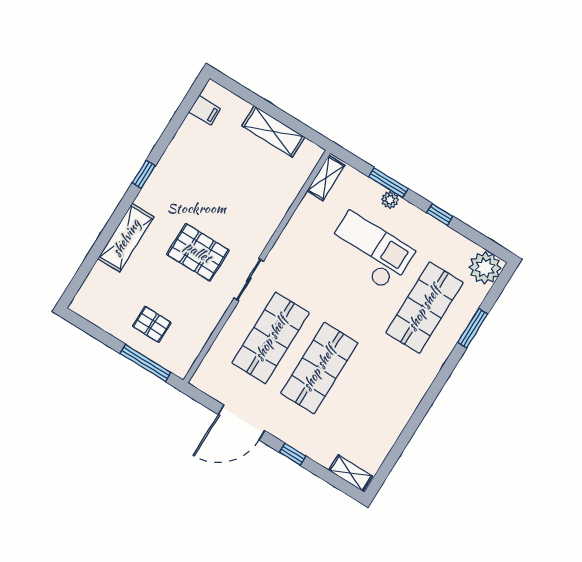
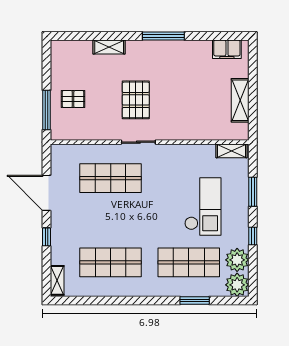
filing cabinet: (205, 110) -> (227, 49), width x2.00
window: (144, 174) -> (163, 36), width x2.17
plant: (390, 200) -> (237, 260), moved, width x1.88, depth x1.88
shelving: (126, 238) -> (109, 47), width x0.67, depth x0.75
pallet: (152, 324) -> (73, 99), turned 90
shop shelf: (319, 368) -> (111, 262), moved

